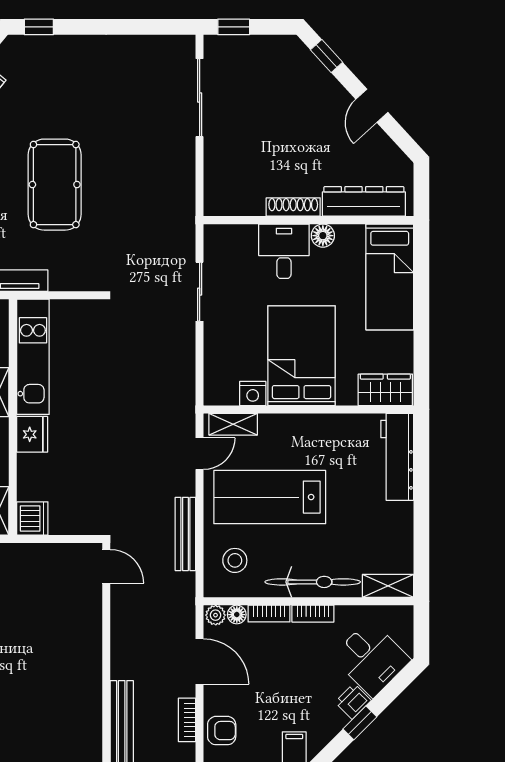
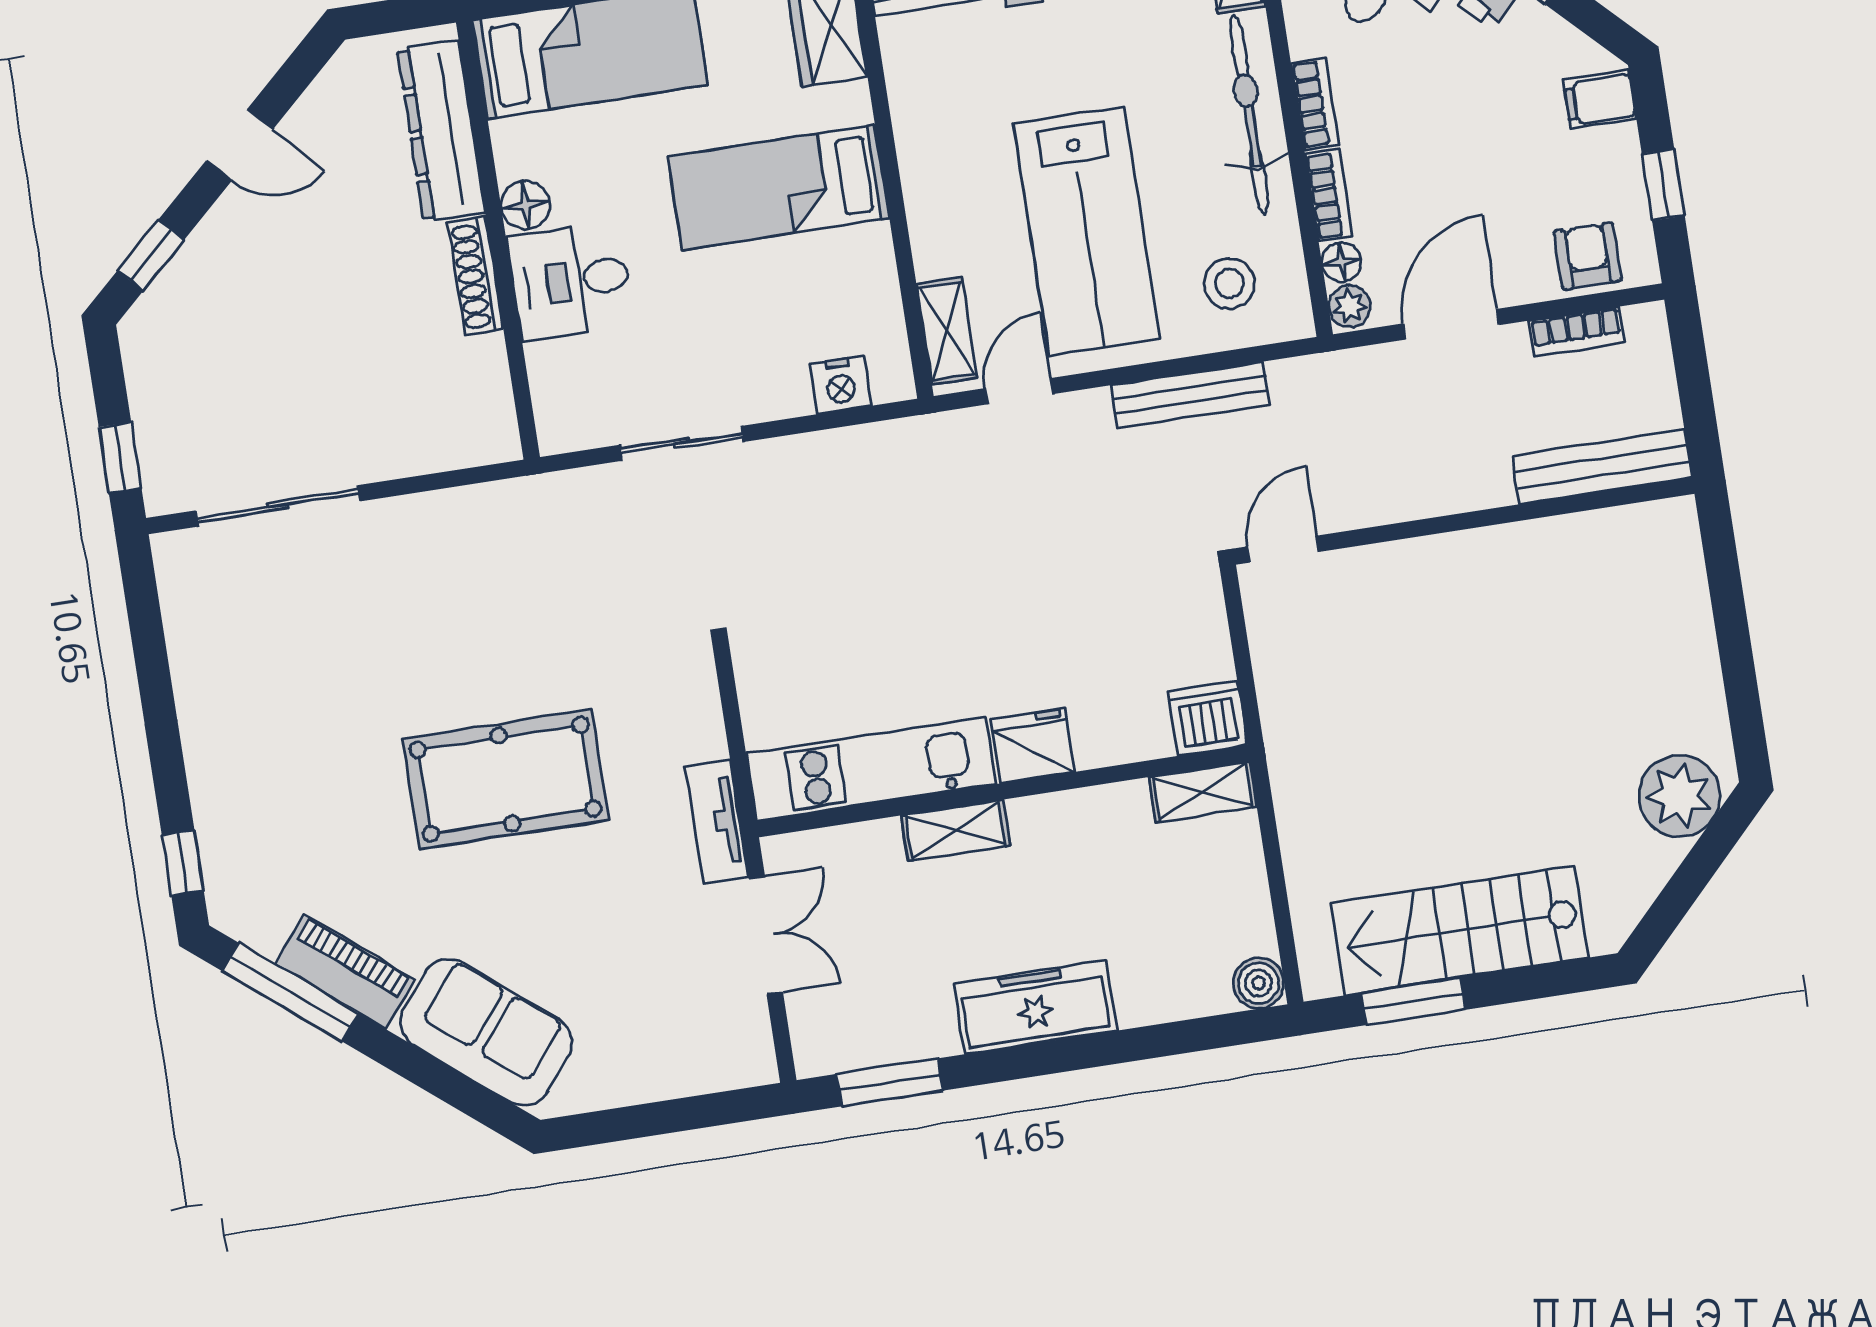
bed: (302, 356) -> (779, 187), width x0.67
nightstand: (253, 393) -> (840, 385), moved, turned 90
door: (200, 454) -> (1019, 391), hinge flipped

